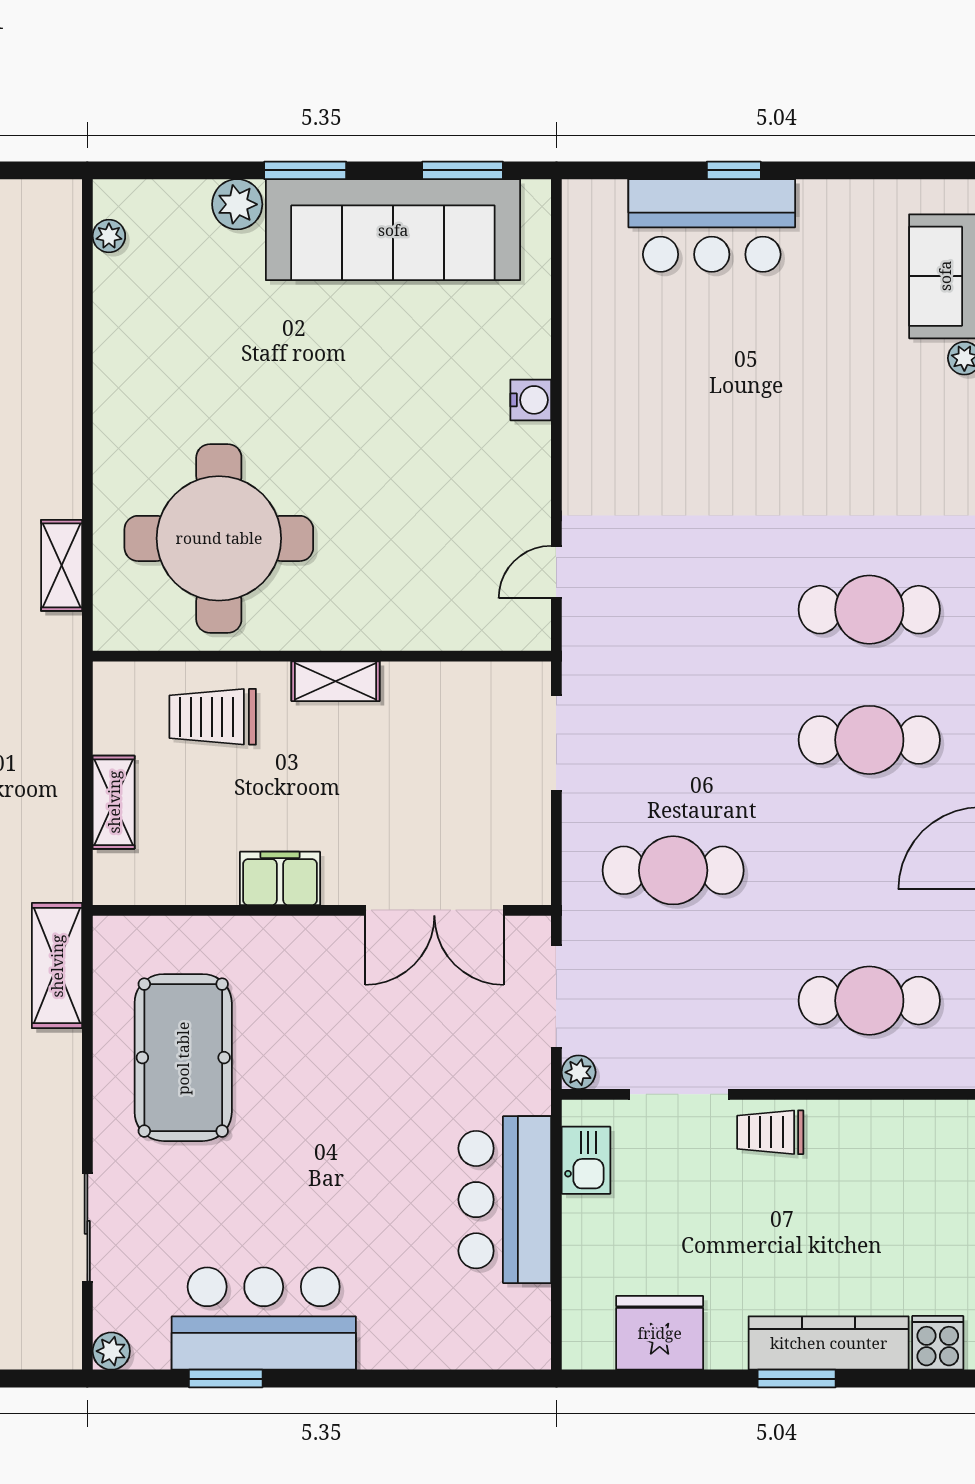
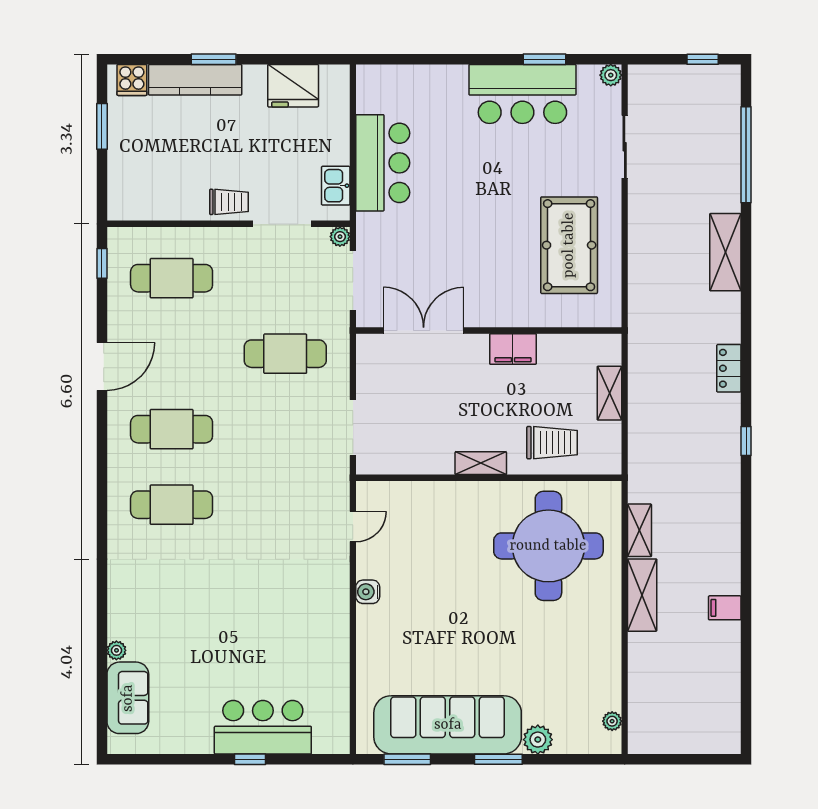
water cooler: (531, 400) -> (368, 592), moved
shelving: (57, 966) -> (642, 595), moved

